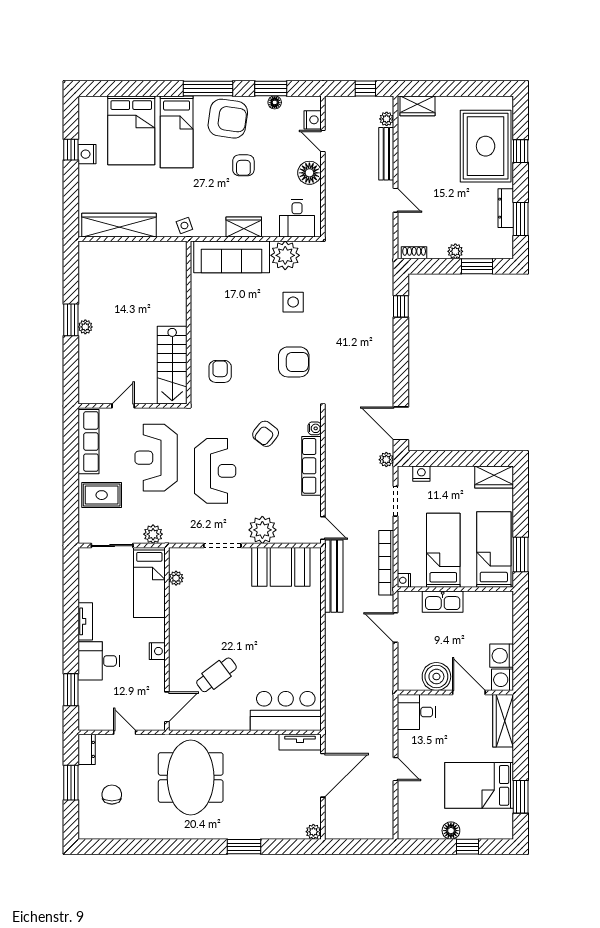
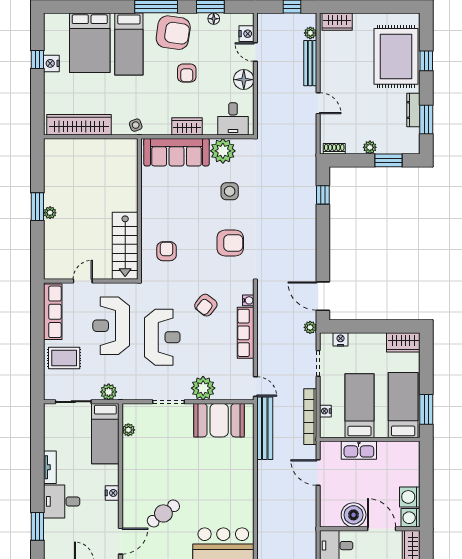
nightstand: (404, 580) -> (325, 411), moved

